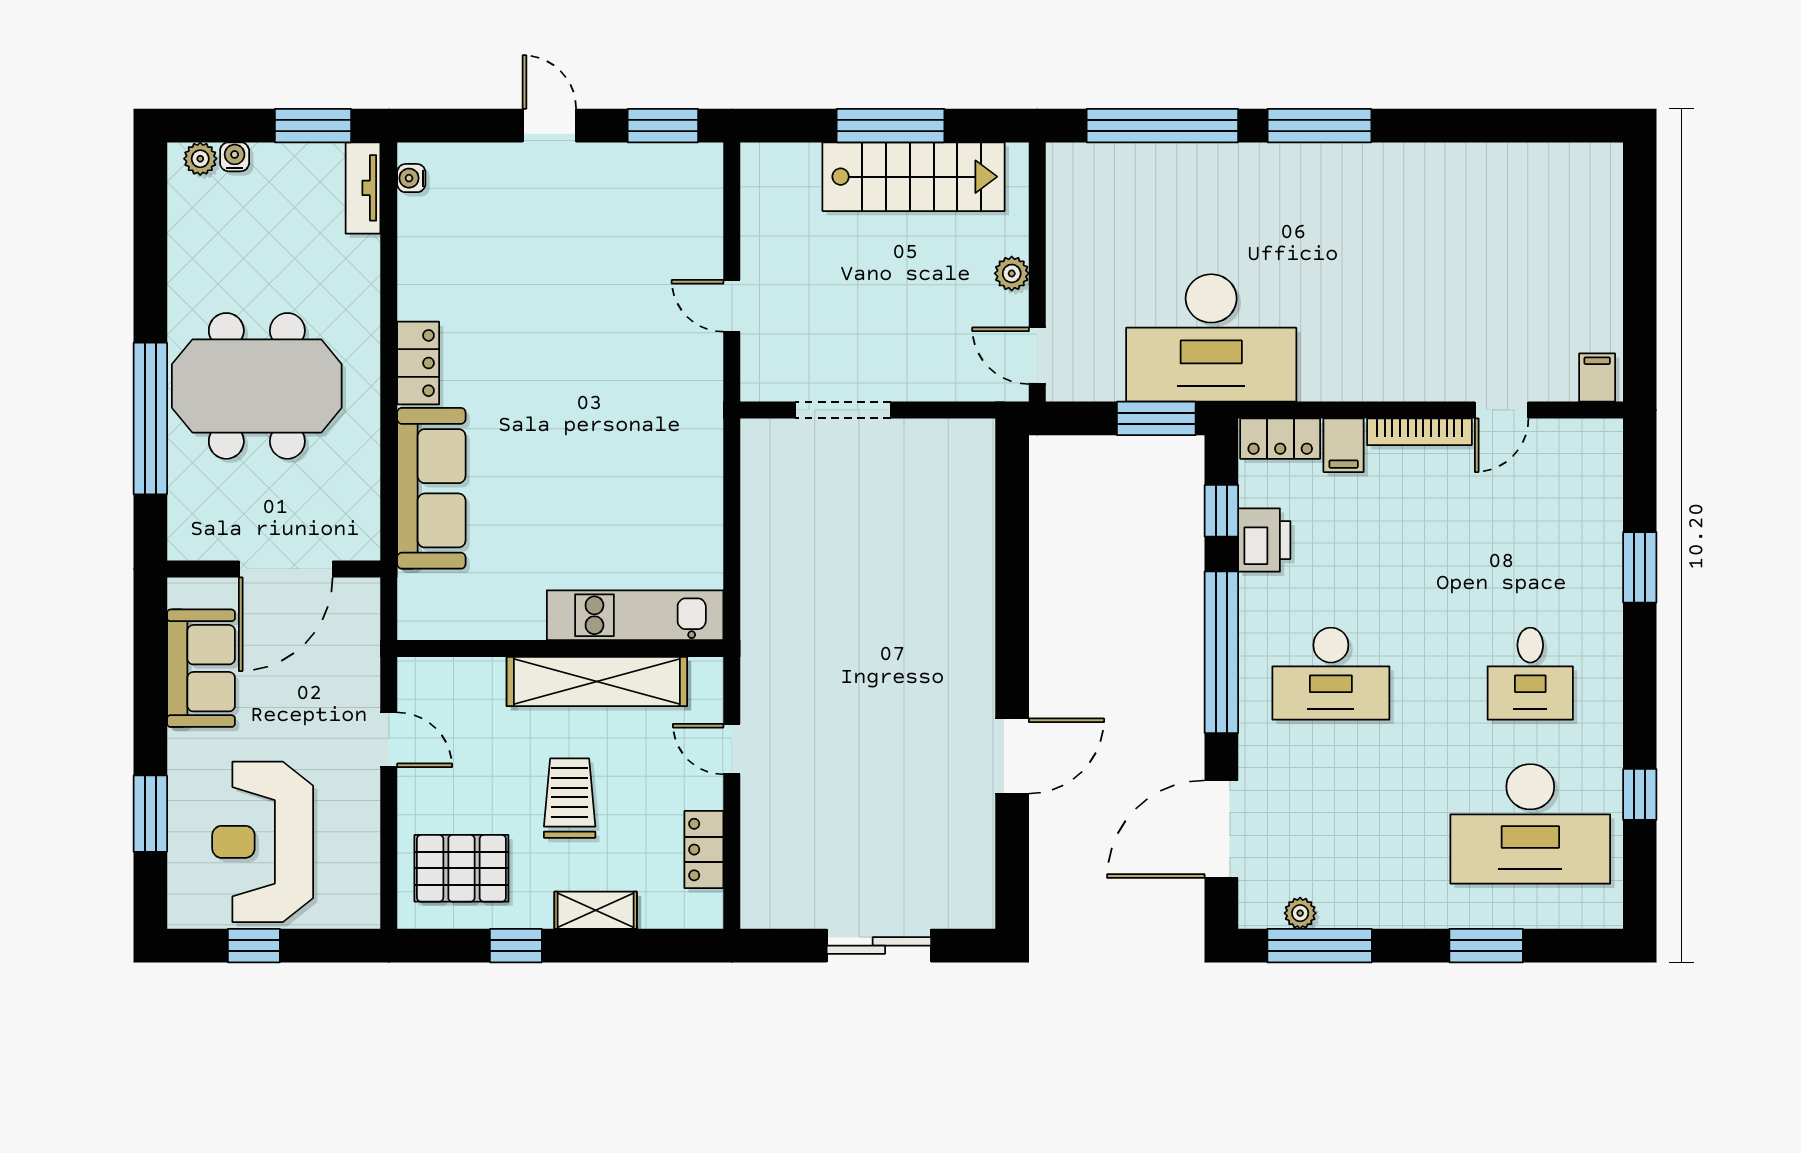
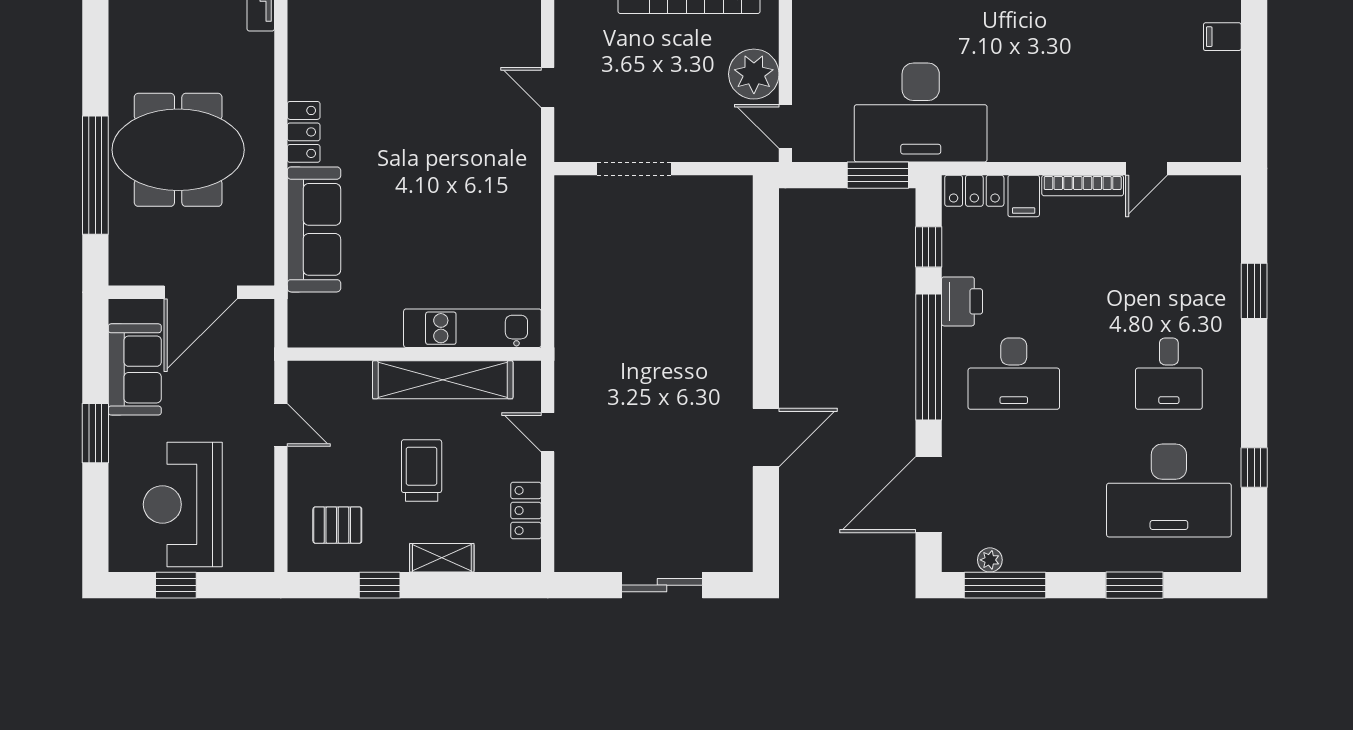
plant: (1012, 273) -> (754, 74), width x1.87, depth x1.87
filing cabinet: (1597, 378) -> (1222, 37), moved, turned -90
printer: (1264, 540) -> (962, 301), moved
window: (150, 814) -> (95, 433), moved
pallet: (461, 868) -> (337, 525), width x0.67, depth x0.71

